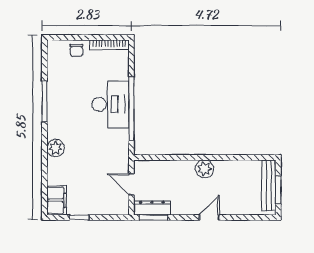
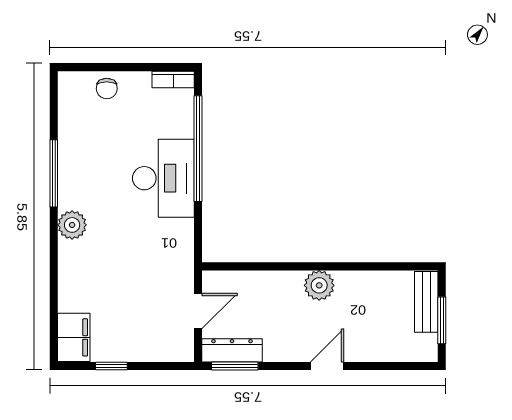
bookcase: (109, 45) -> (173, 79), width x0.64
window: (131, 109) -> (198, 149), moved
plant: (56, 148) -> (72, 225), moved
door: (131, 184) -> (198, 311), swing flipped
bench: (269, 185) -> (426, 302), width x0.73

